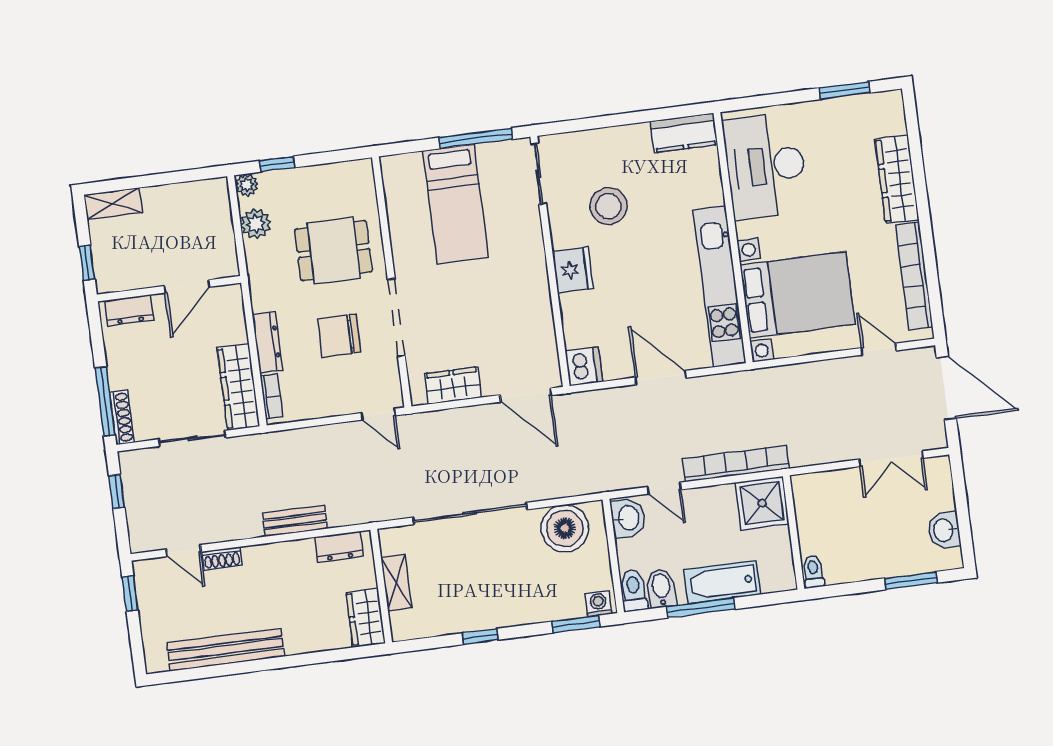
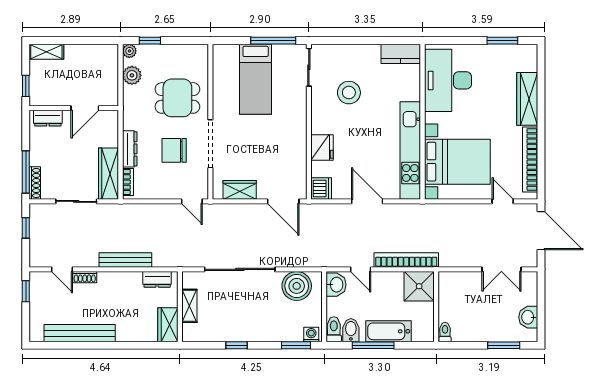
fridge: (573, 270) -> (322, 148), moved
bench: (295, 521) -> (125, 260), width x1.36

